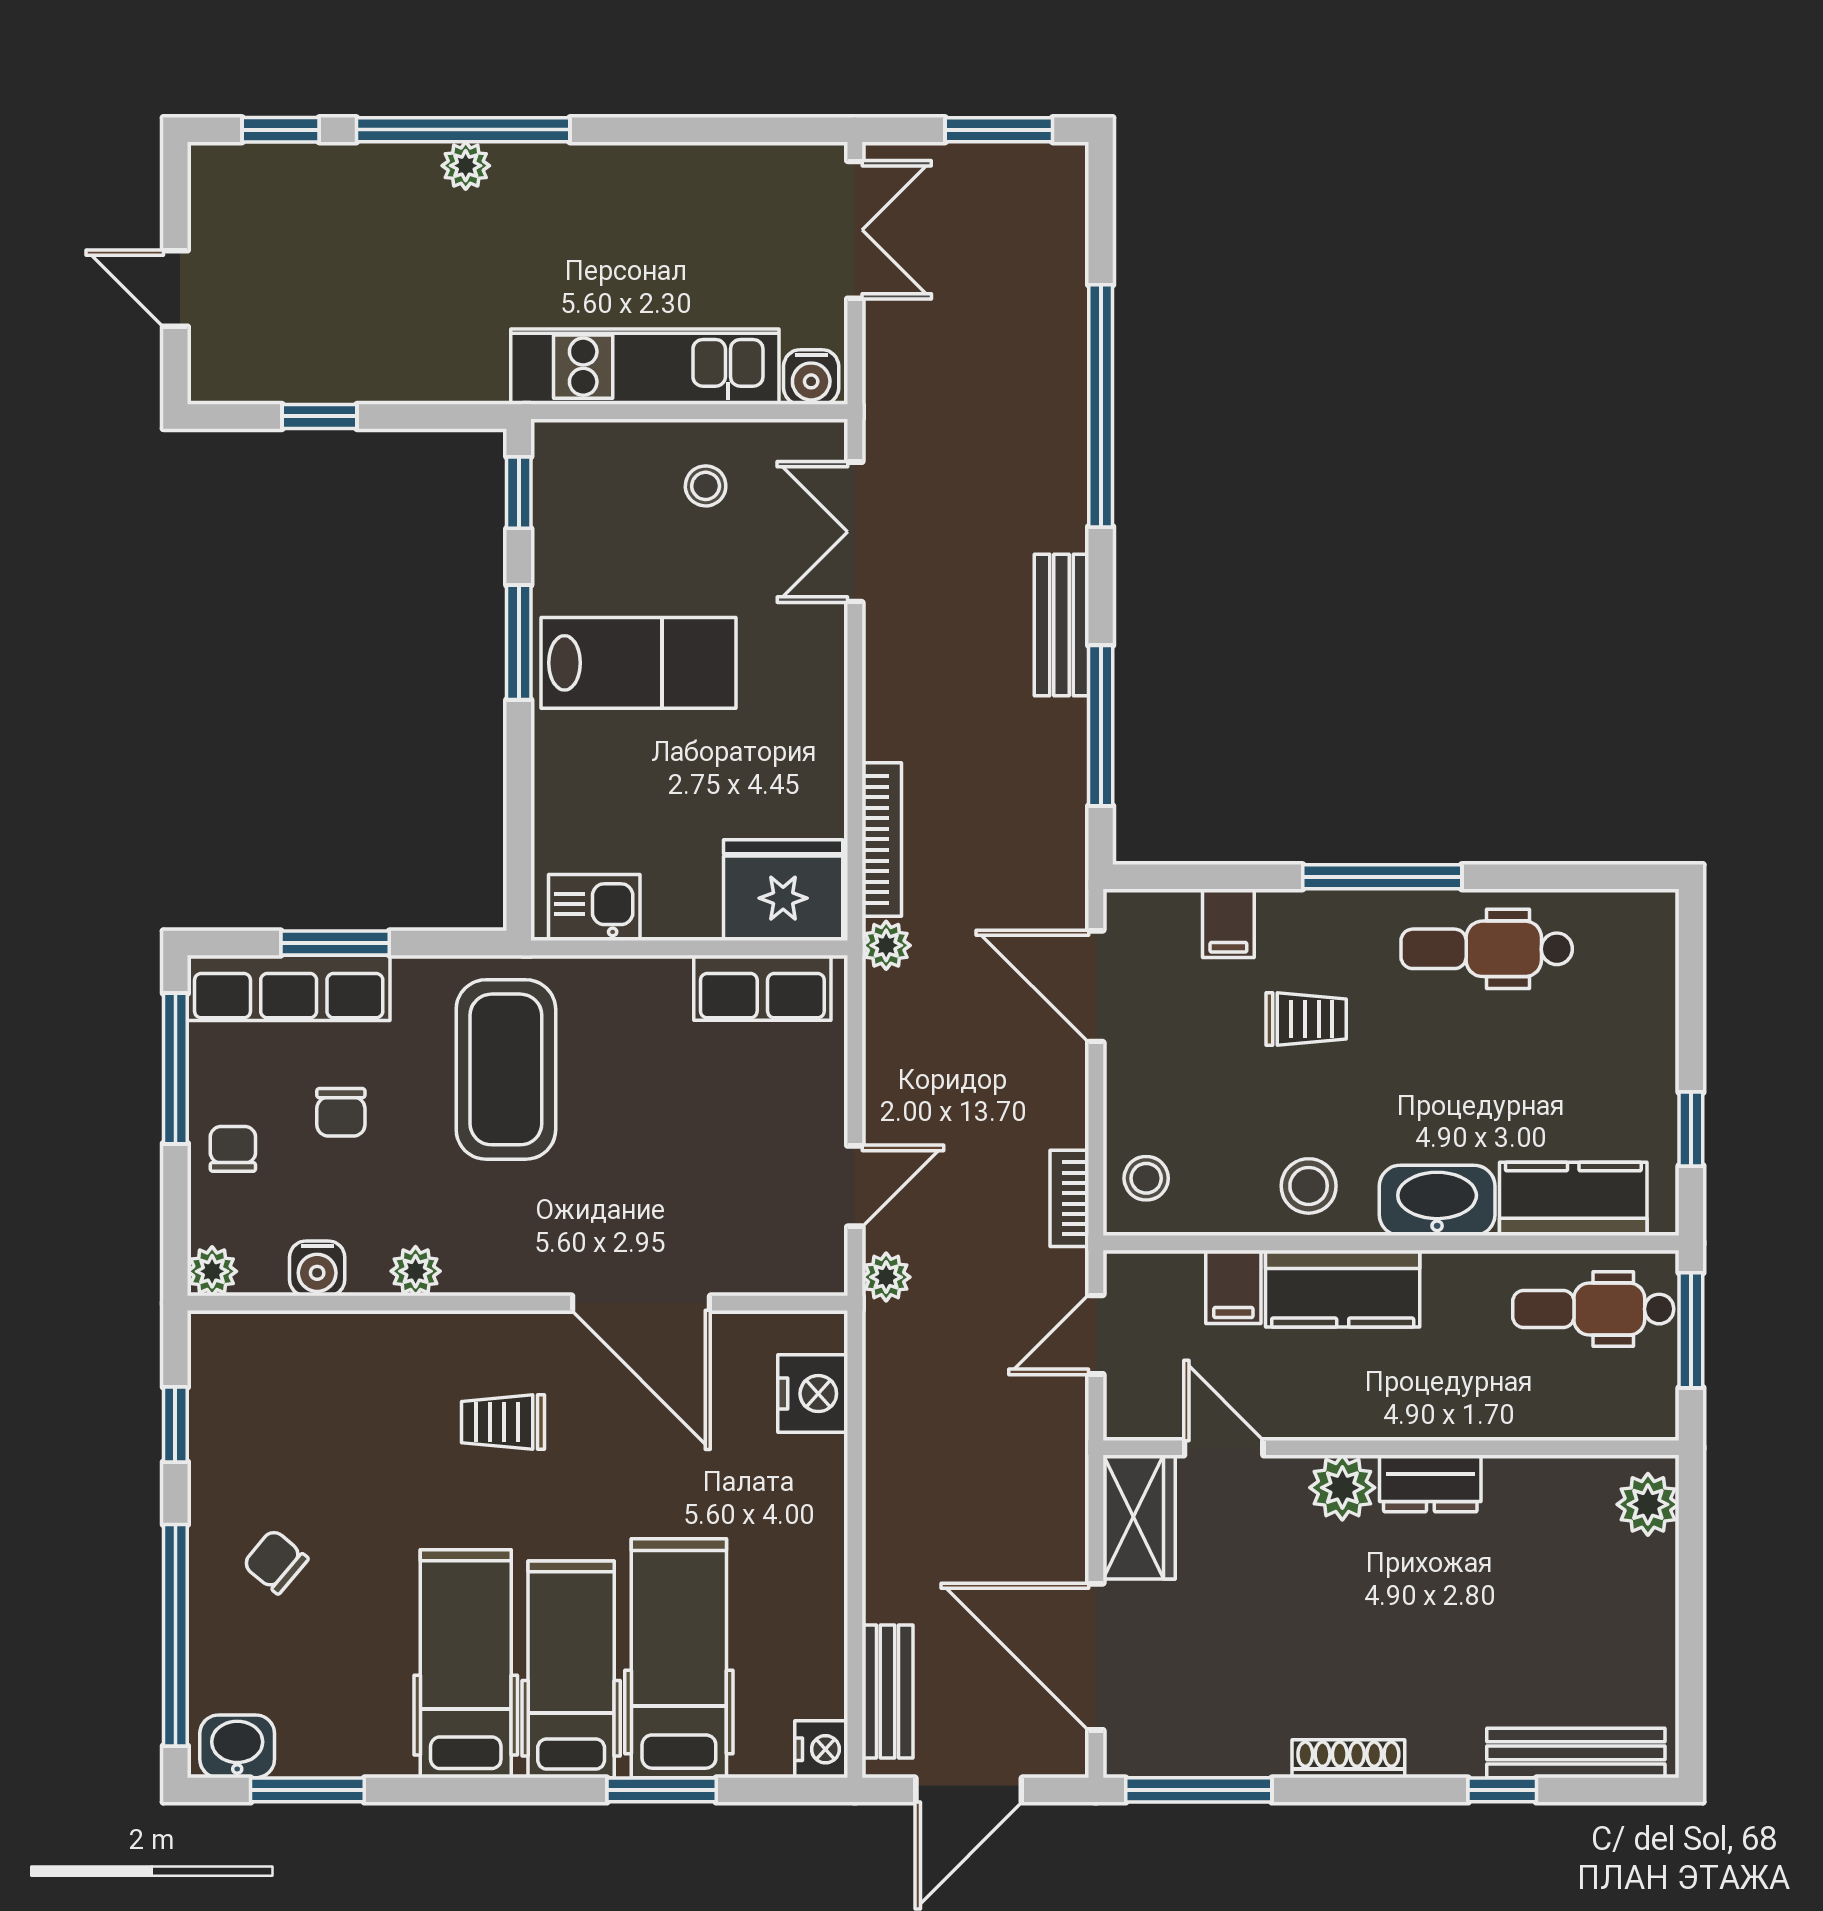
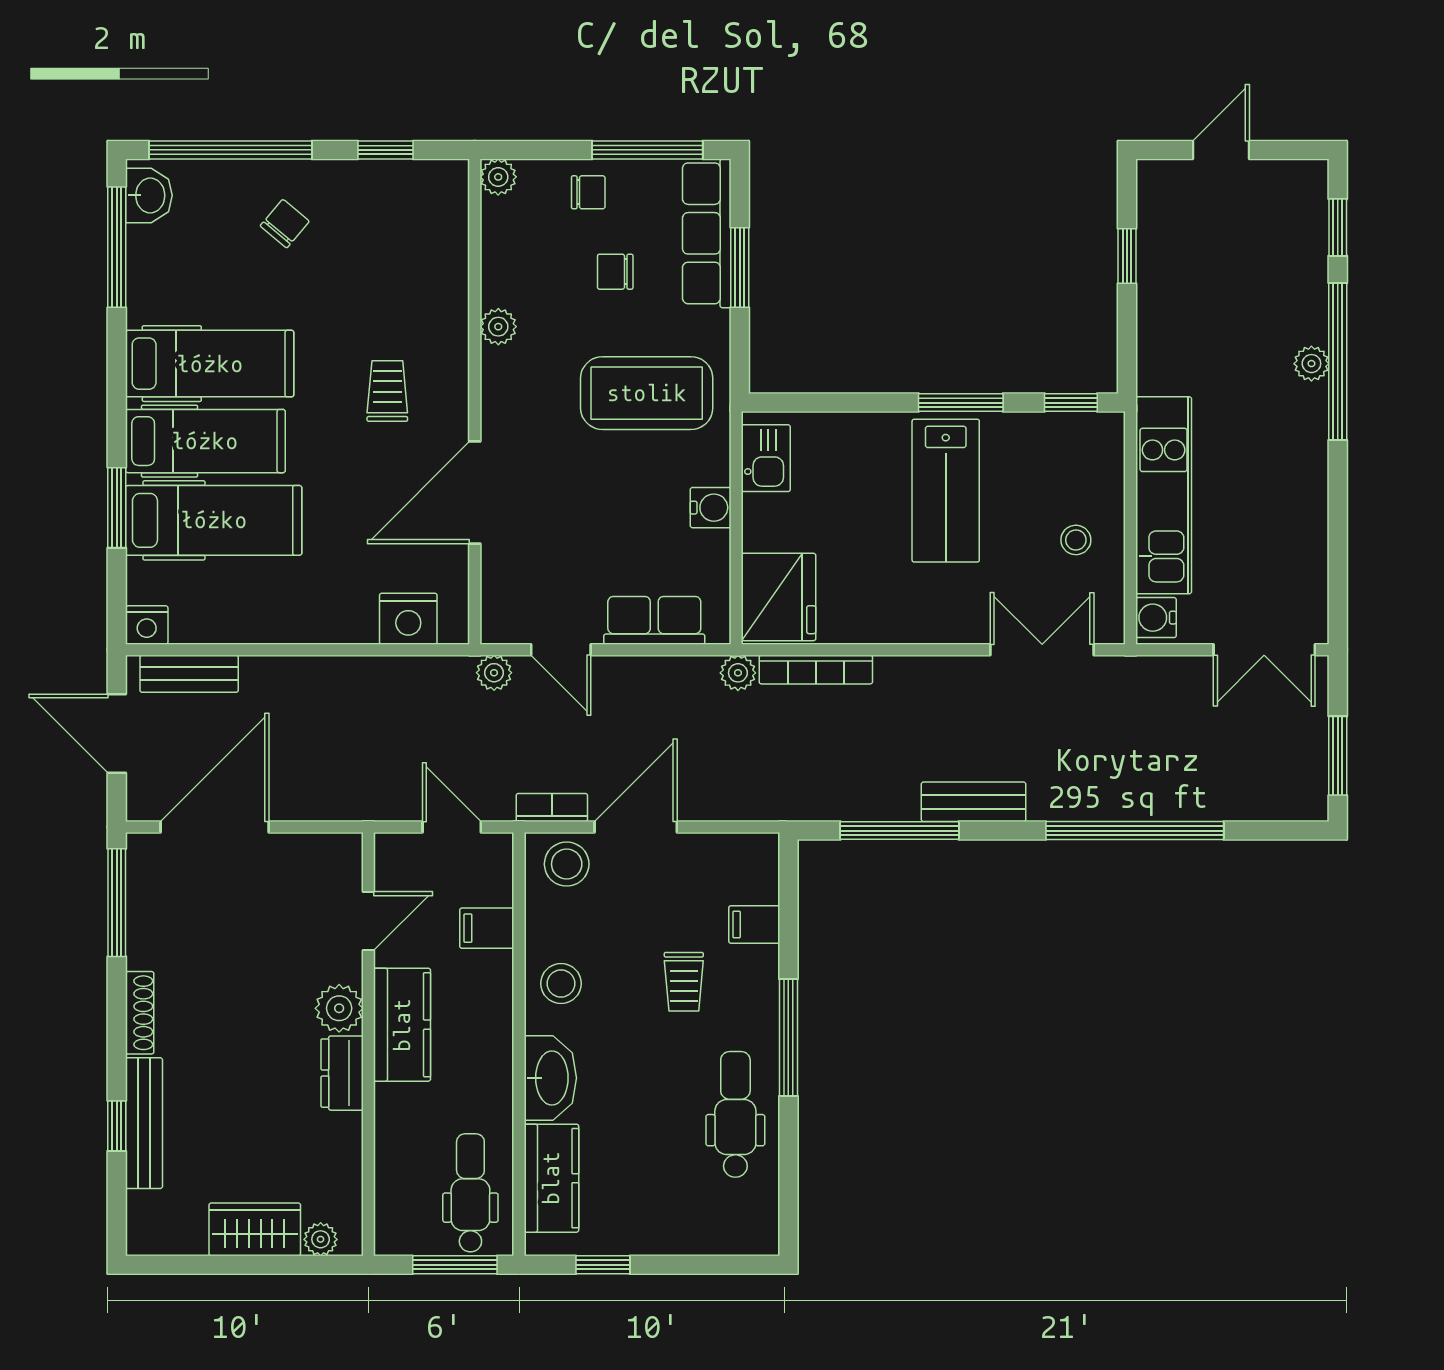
door: (1096, 986) -> (636, 827), moved
row of seats: (762, 988) -> (654, 620), moved, turned 90
stool: (1146, 1178) -> (567, 864), width x1.37, depth x1.37
water cooler: (317, 1268) -> (711, 508), moved, turned 180
kitchen counter: (1343, 1289) -> (402, 1025), moved, turned 180
plant: (1648, 1504) -> (321, 1239), width x0.73, depth x0.73
wardrobe: (1139, 1517) -> (255, 1229), moved, turned 180
bench: (1576, 1753) -> (144, 1123), moved
window: (307, 1790) -> (117, 247), width x1.44

